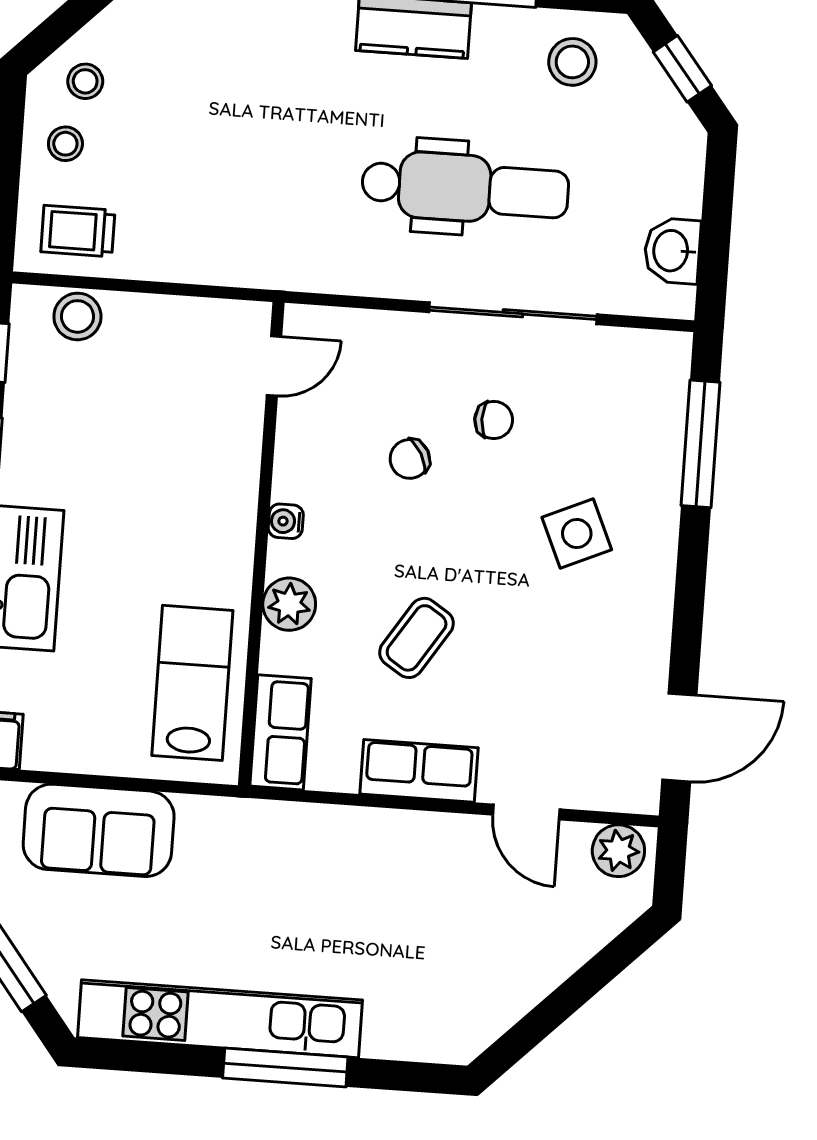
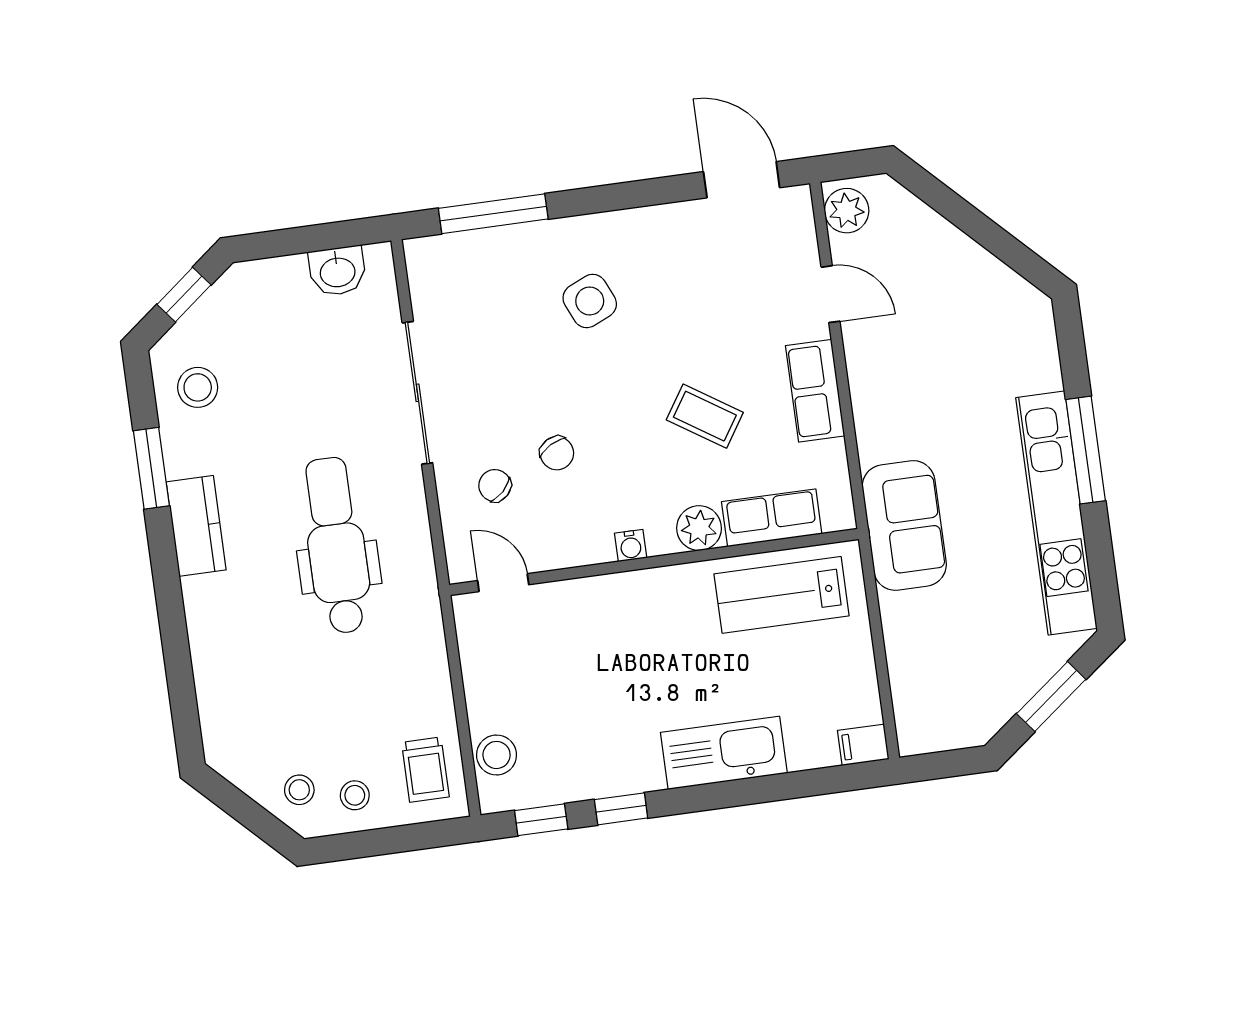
dental chair: (465, 188) -> (336, 545), moved
chair: (494, 420) -> (495, 486), moved, turned -44
row of seats: (280, 732) -> (772, 518), moved
door: (526, 812) -> (831, 294), hinge flipped
sofa: (99, 830) -> (904, 525), moved

